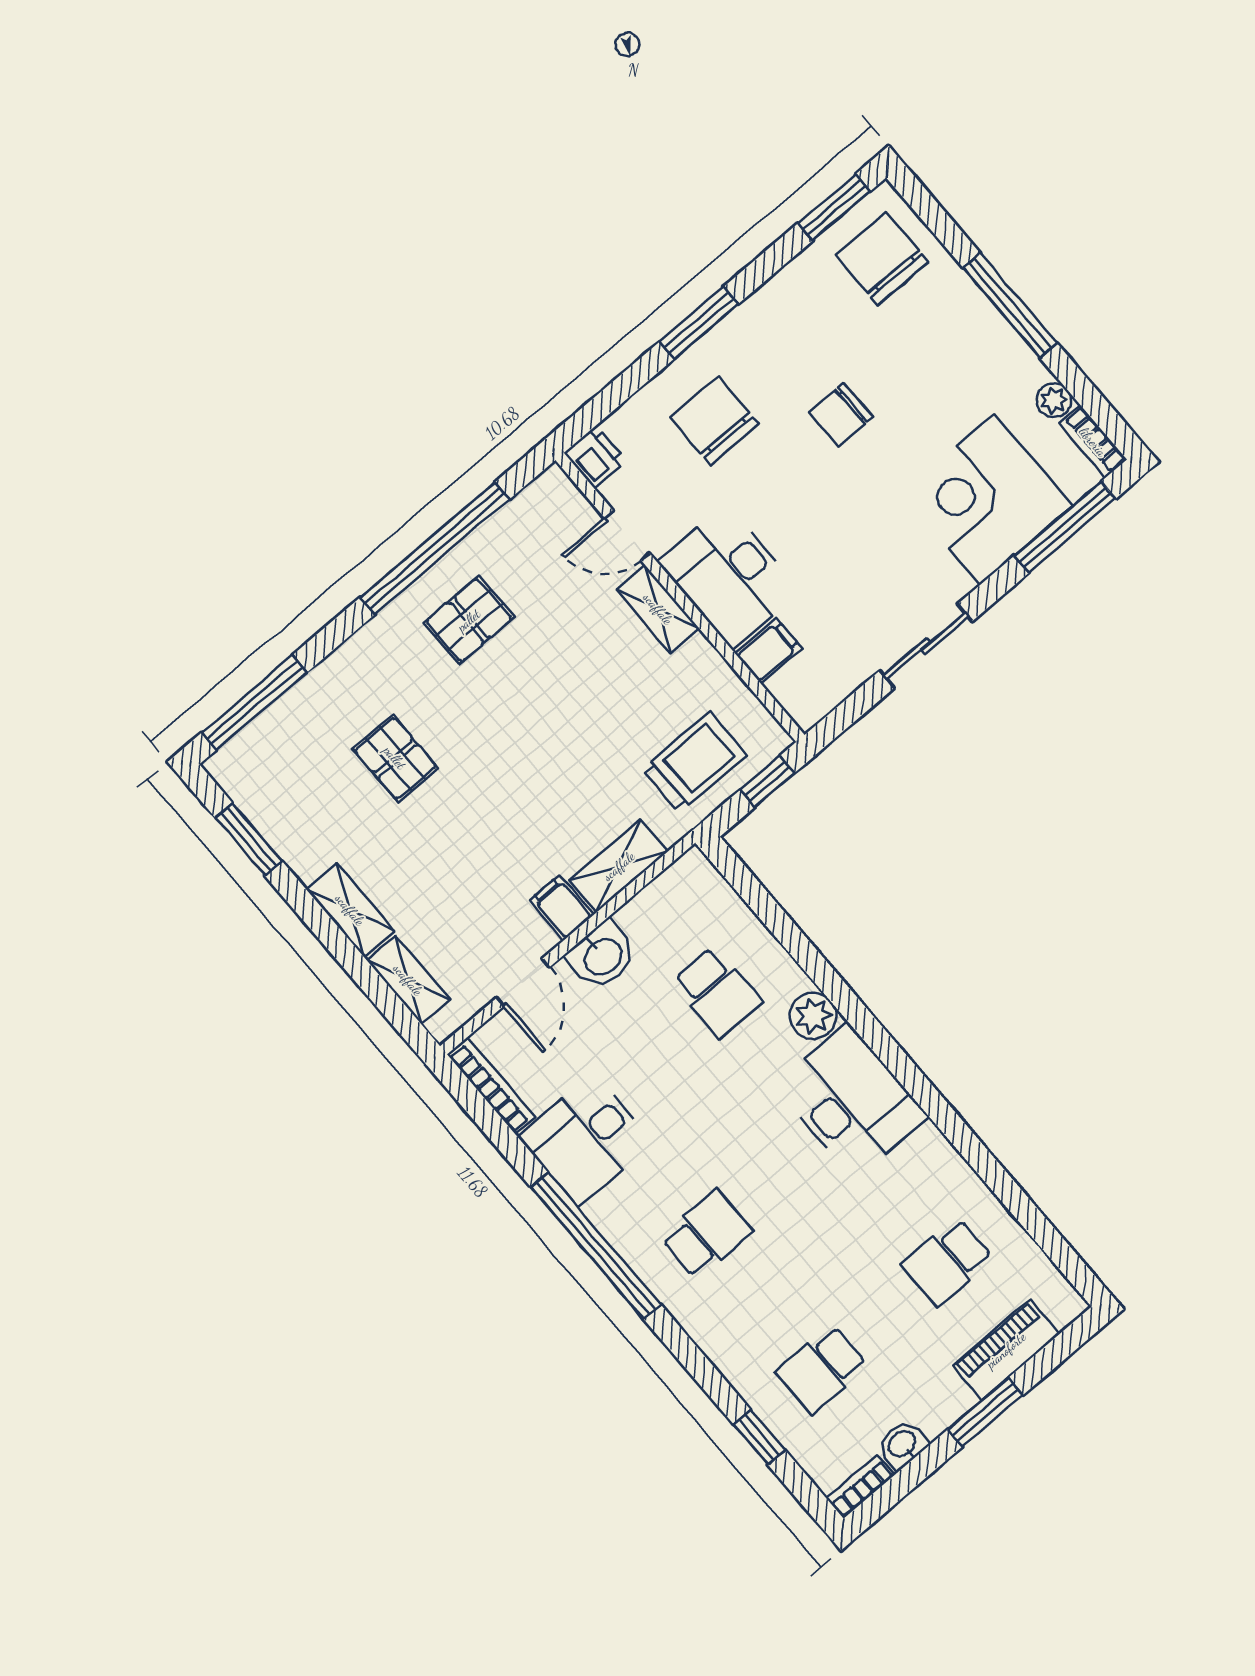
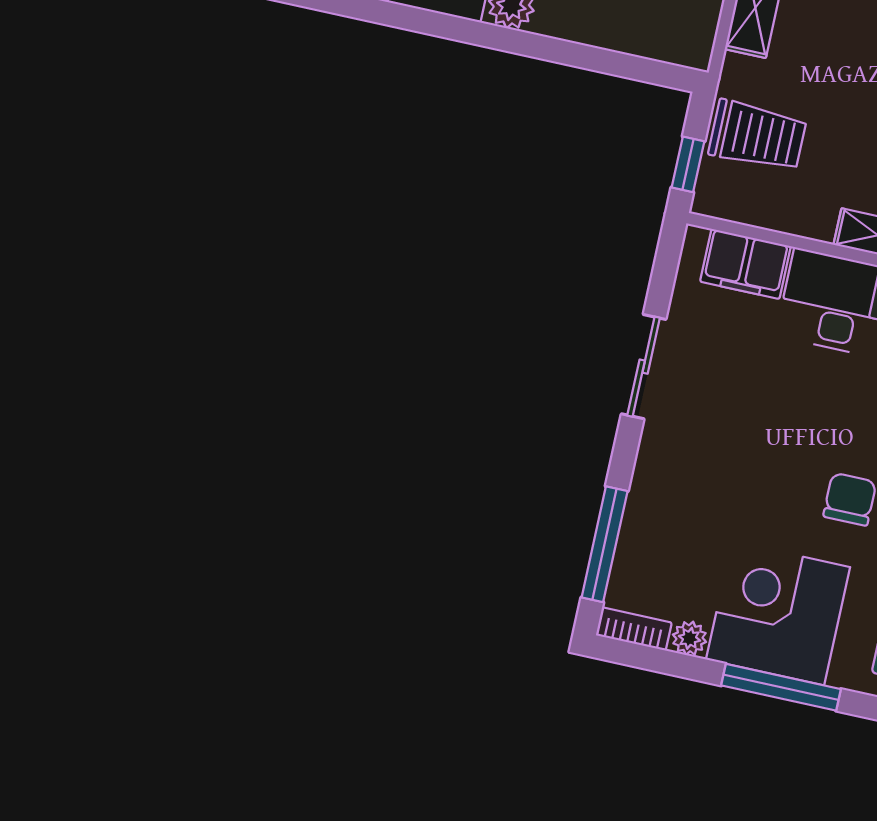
corner desk: (987, 499) -> (778, 613), moved, turned -90
filing cabinet: (769, 651) -> (745, 264), width x2.00
trolley: (694, 762) -> (758, 136), turned -90

